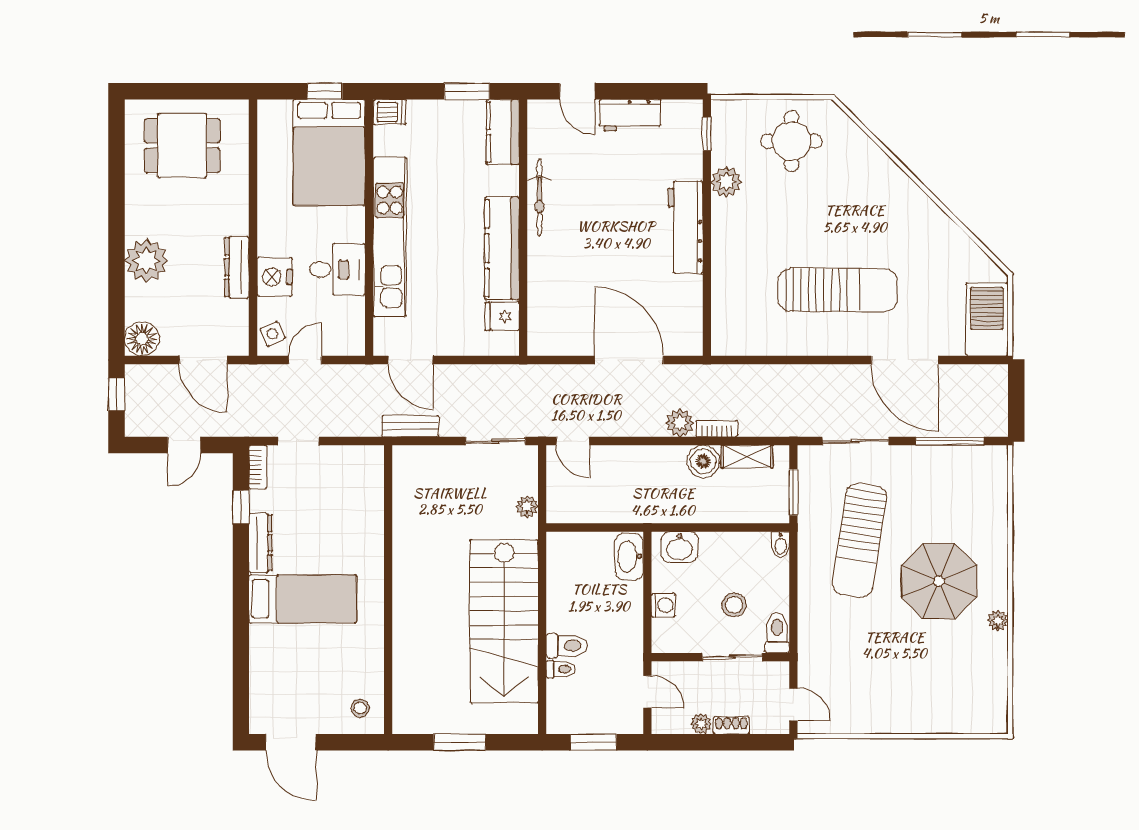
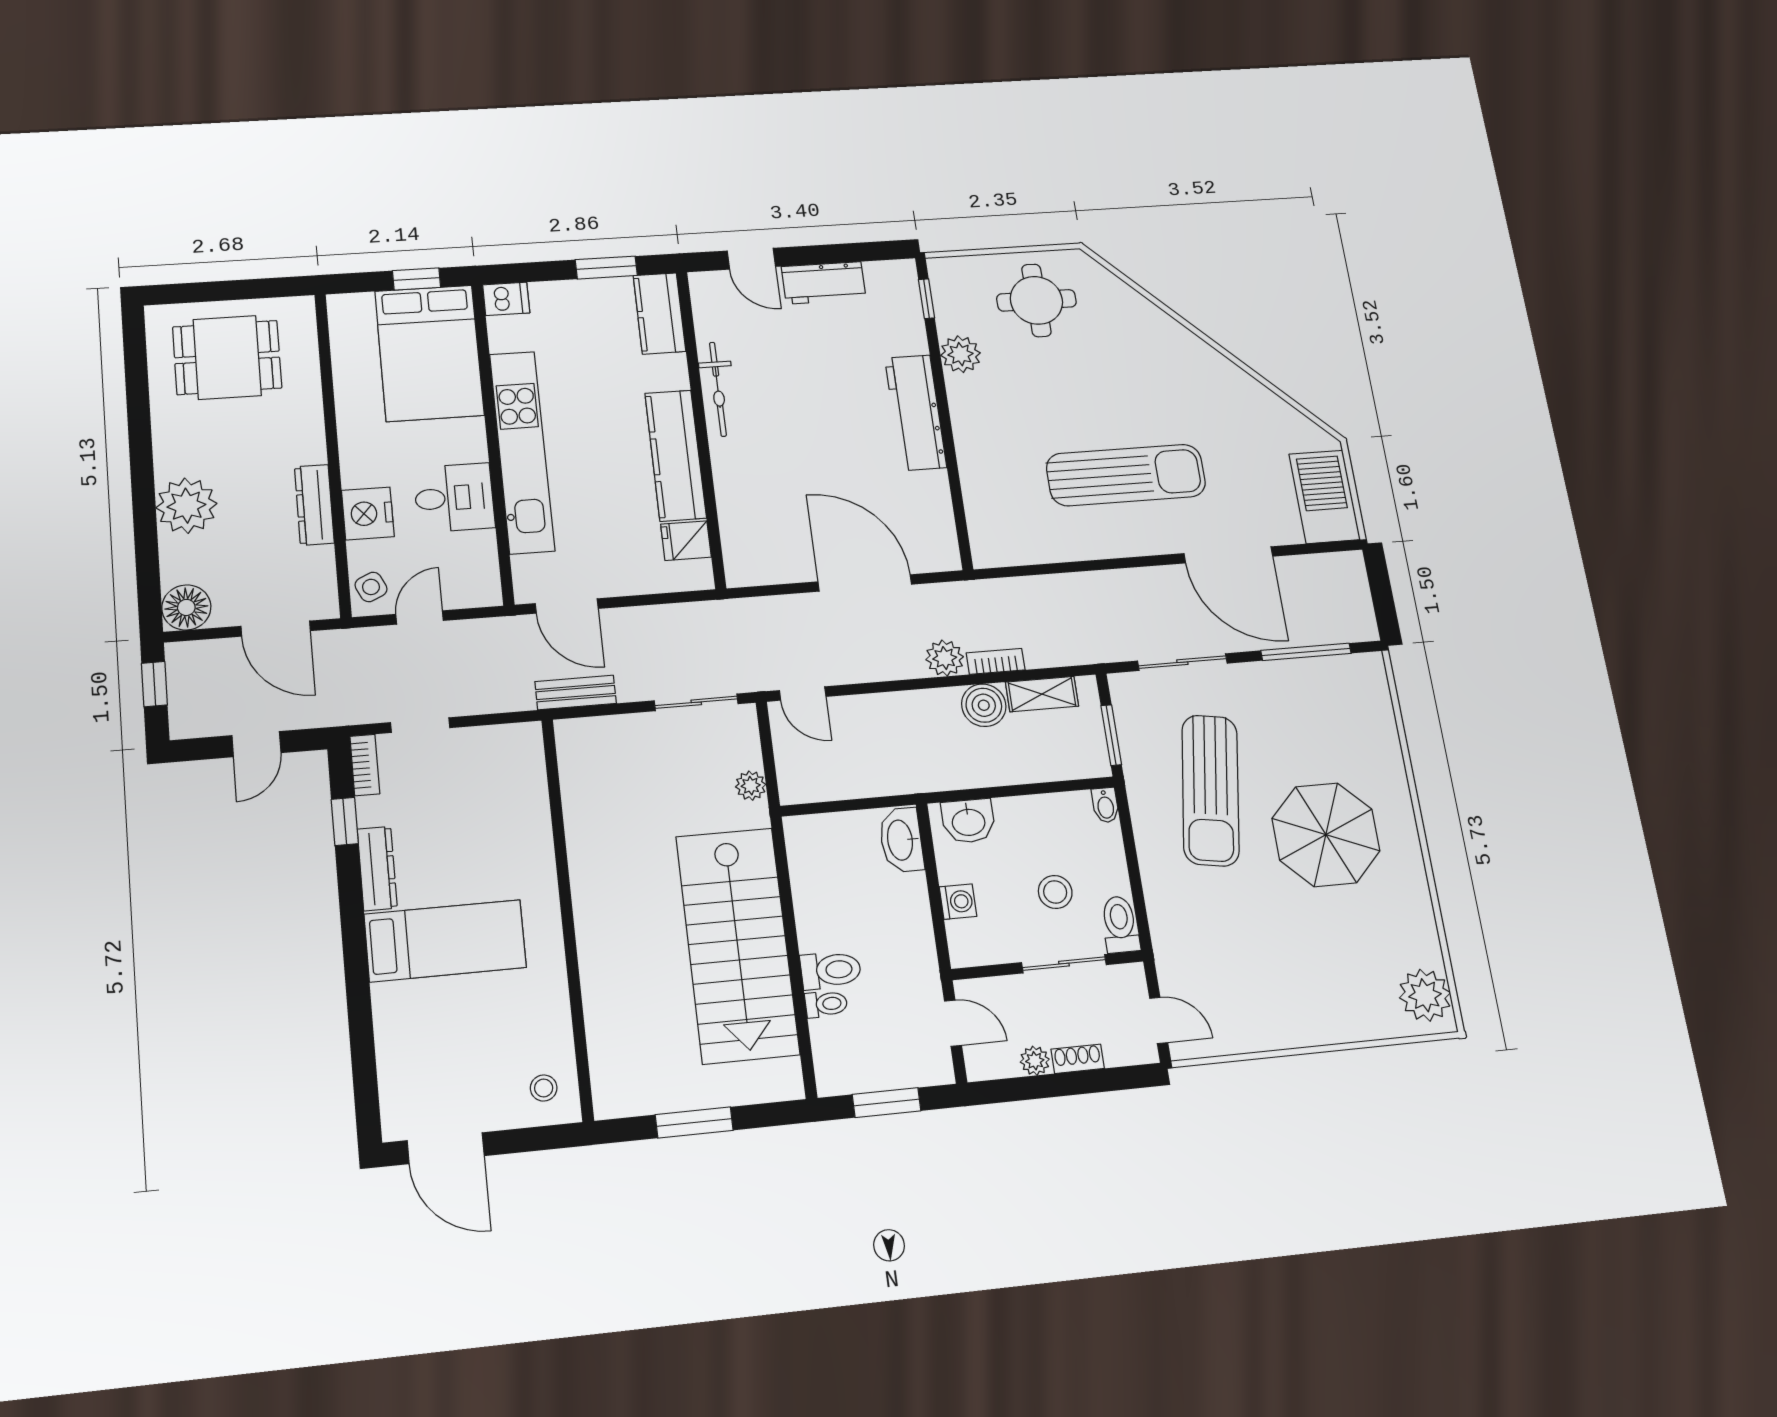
plant: (998, 621) -> (1425, 995), moved, width x1.88, depth x1.88

